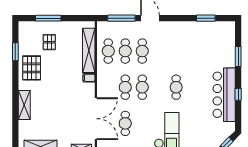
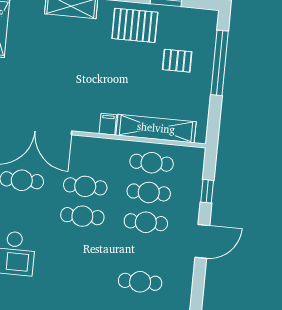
window: (48, 18) -> (219, 63), width x1.46
window: (121, 18) -> (207, 191), width x0.46
cafe table: (176, 87) -> (140, 282), moved

